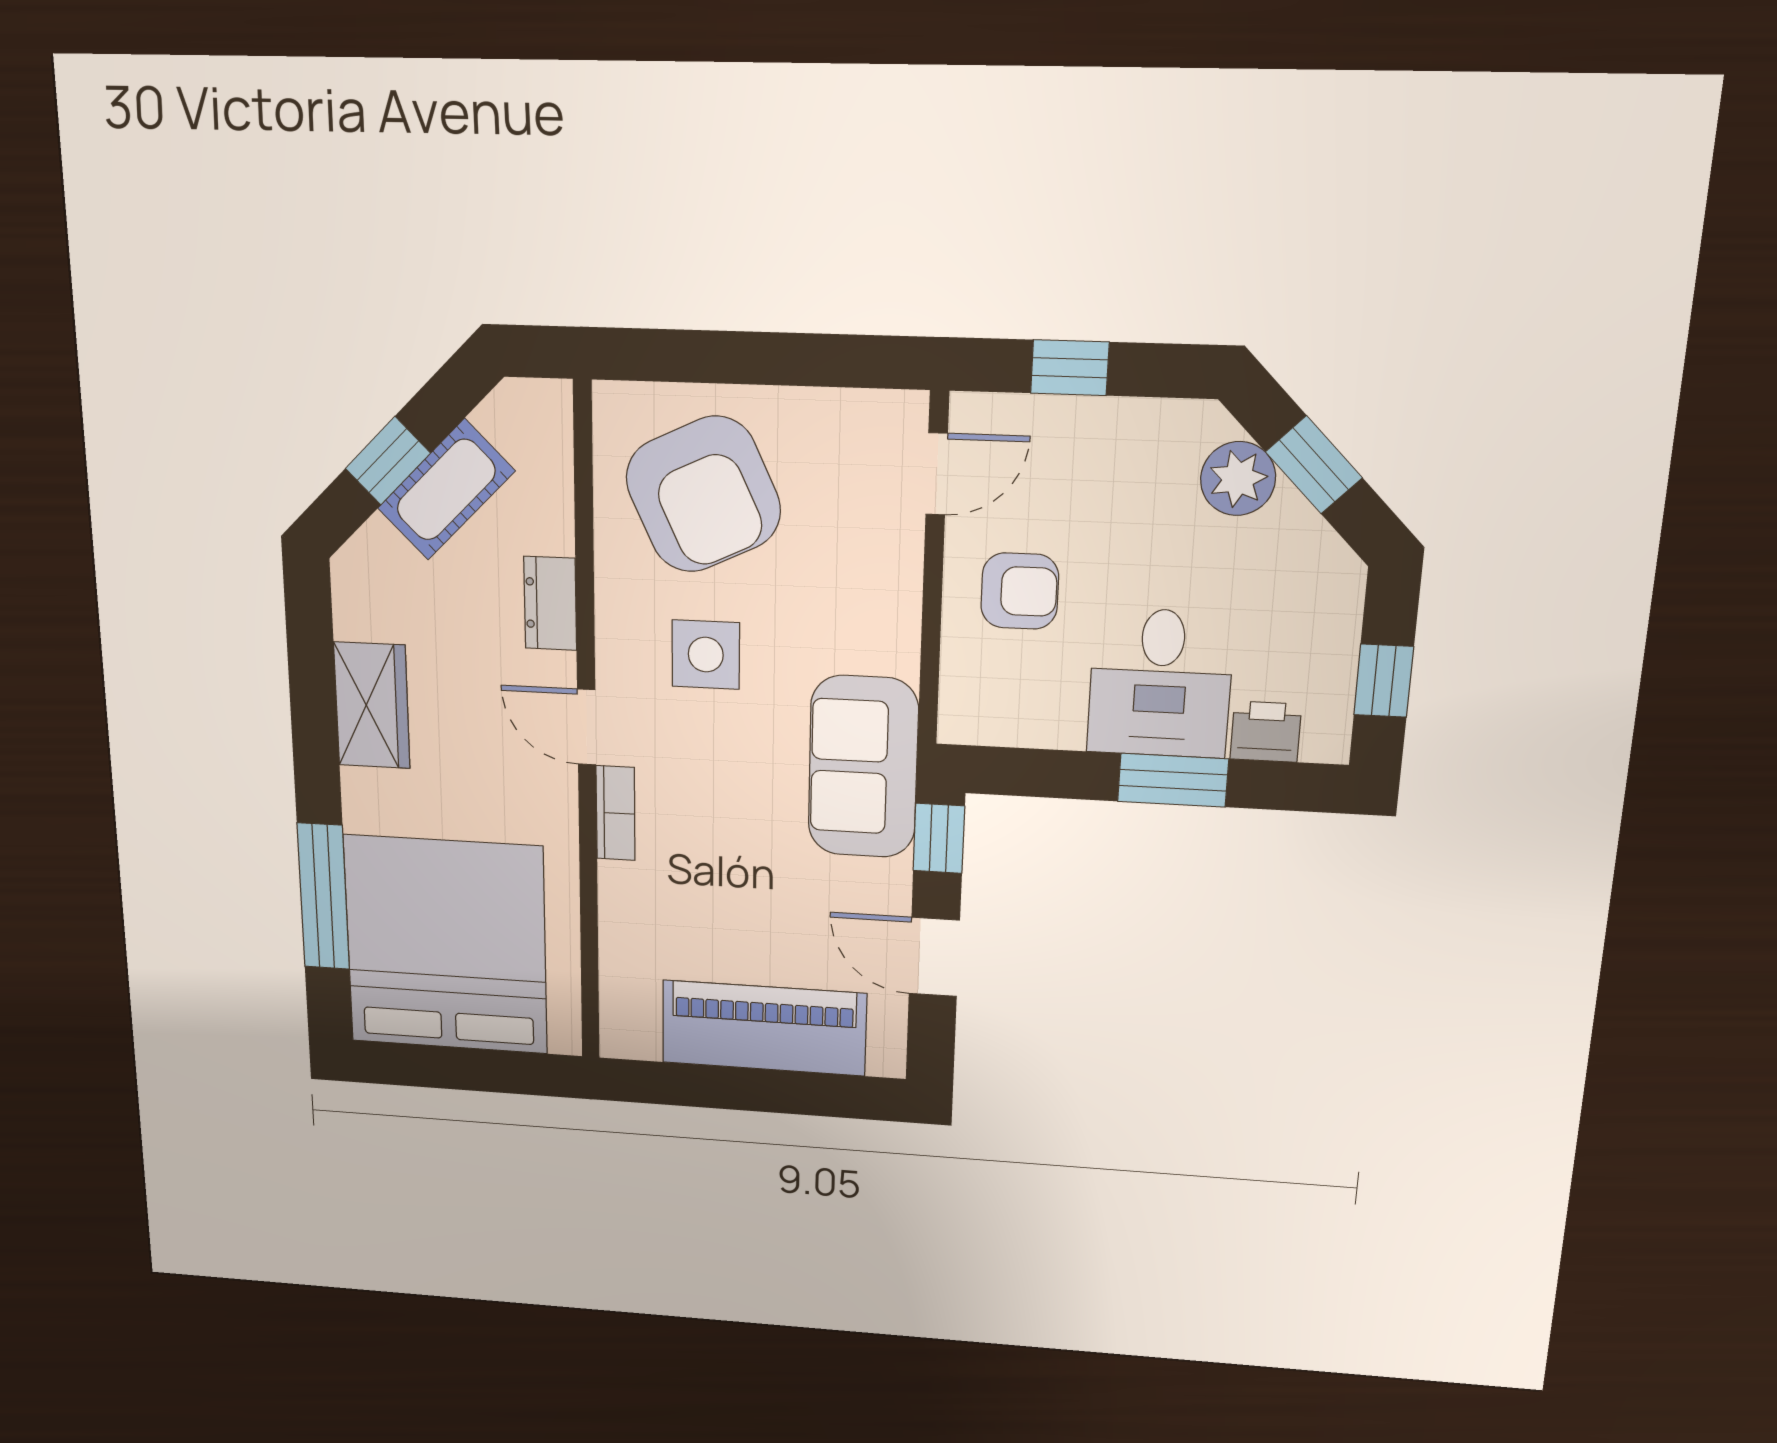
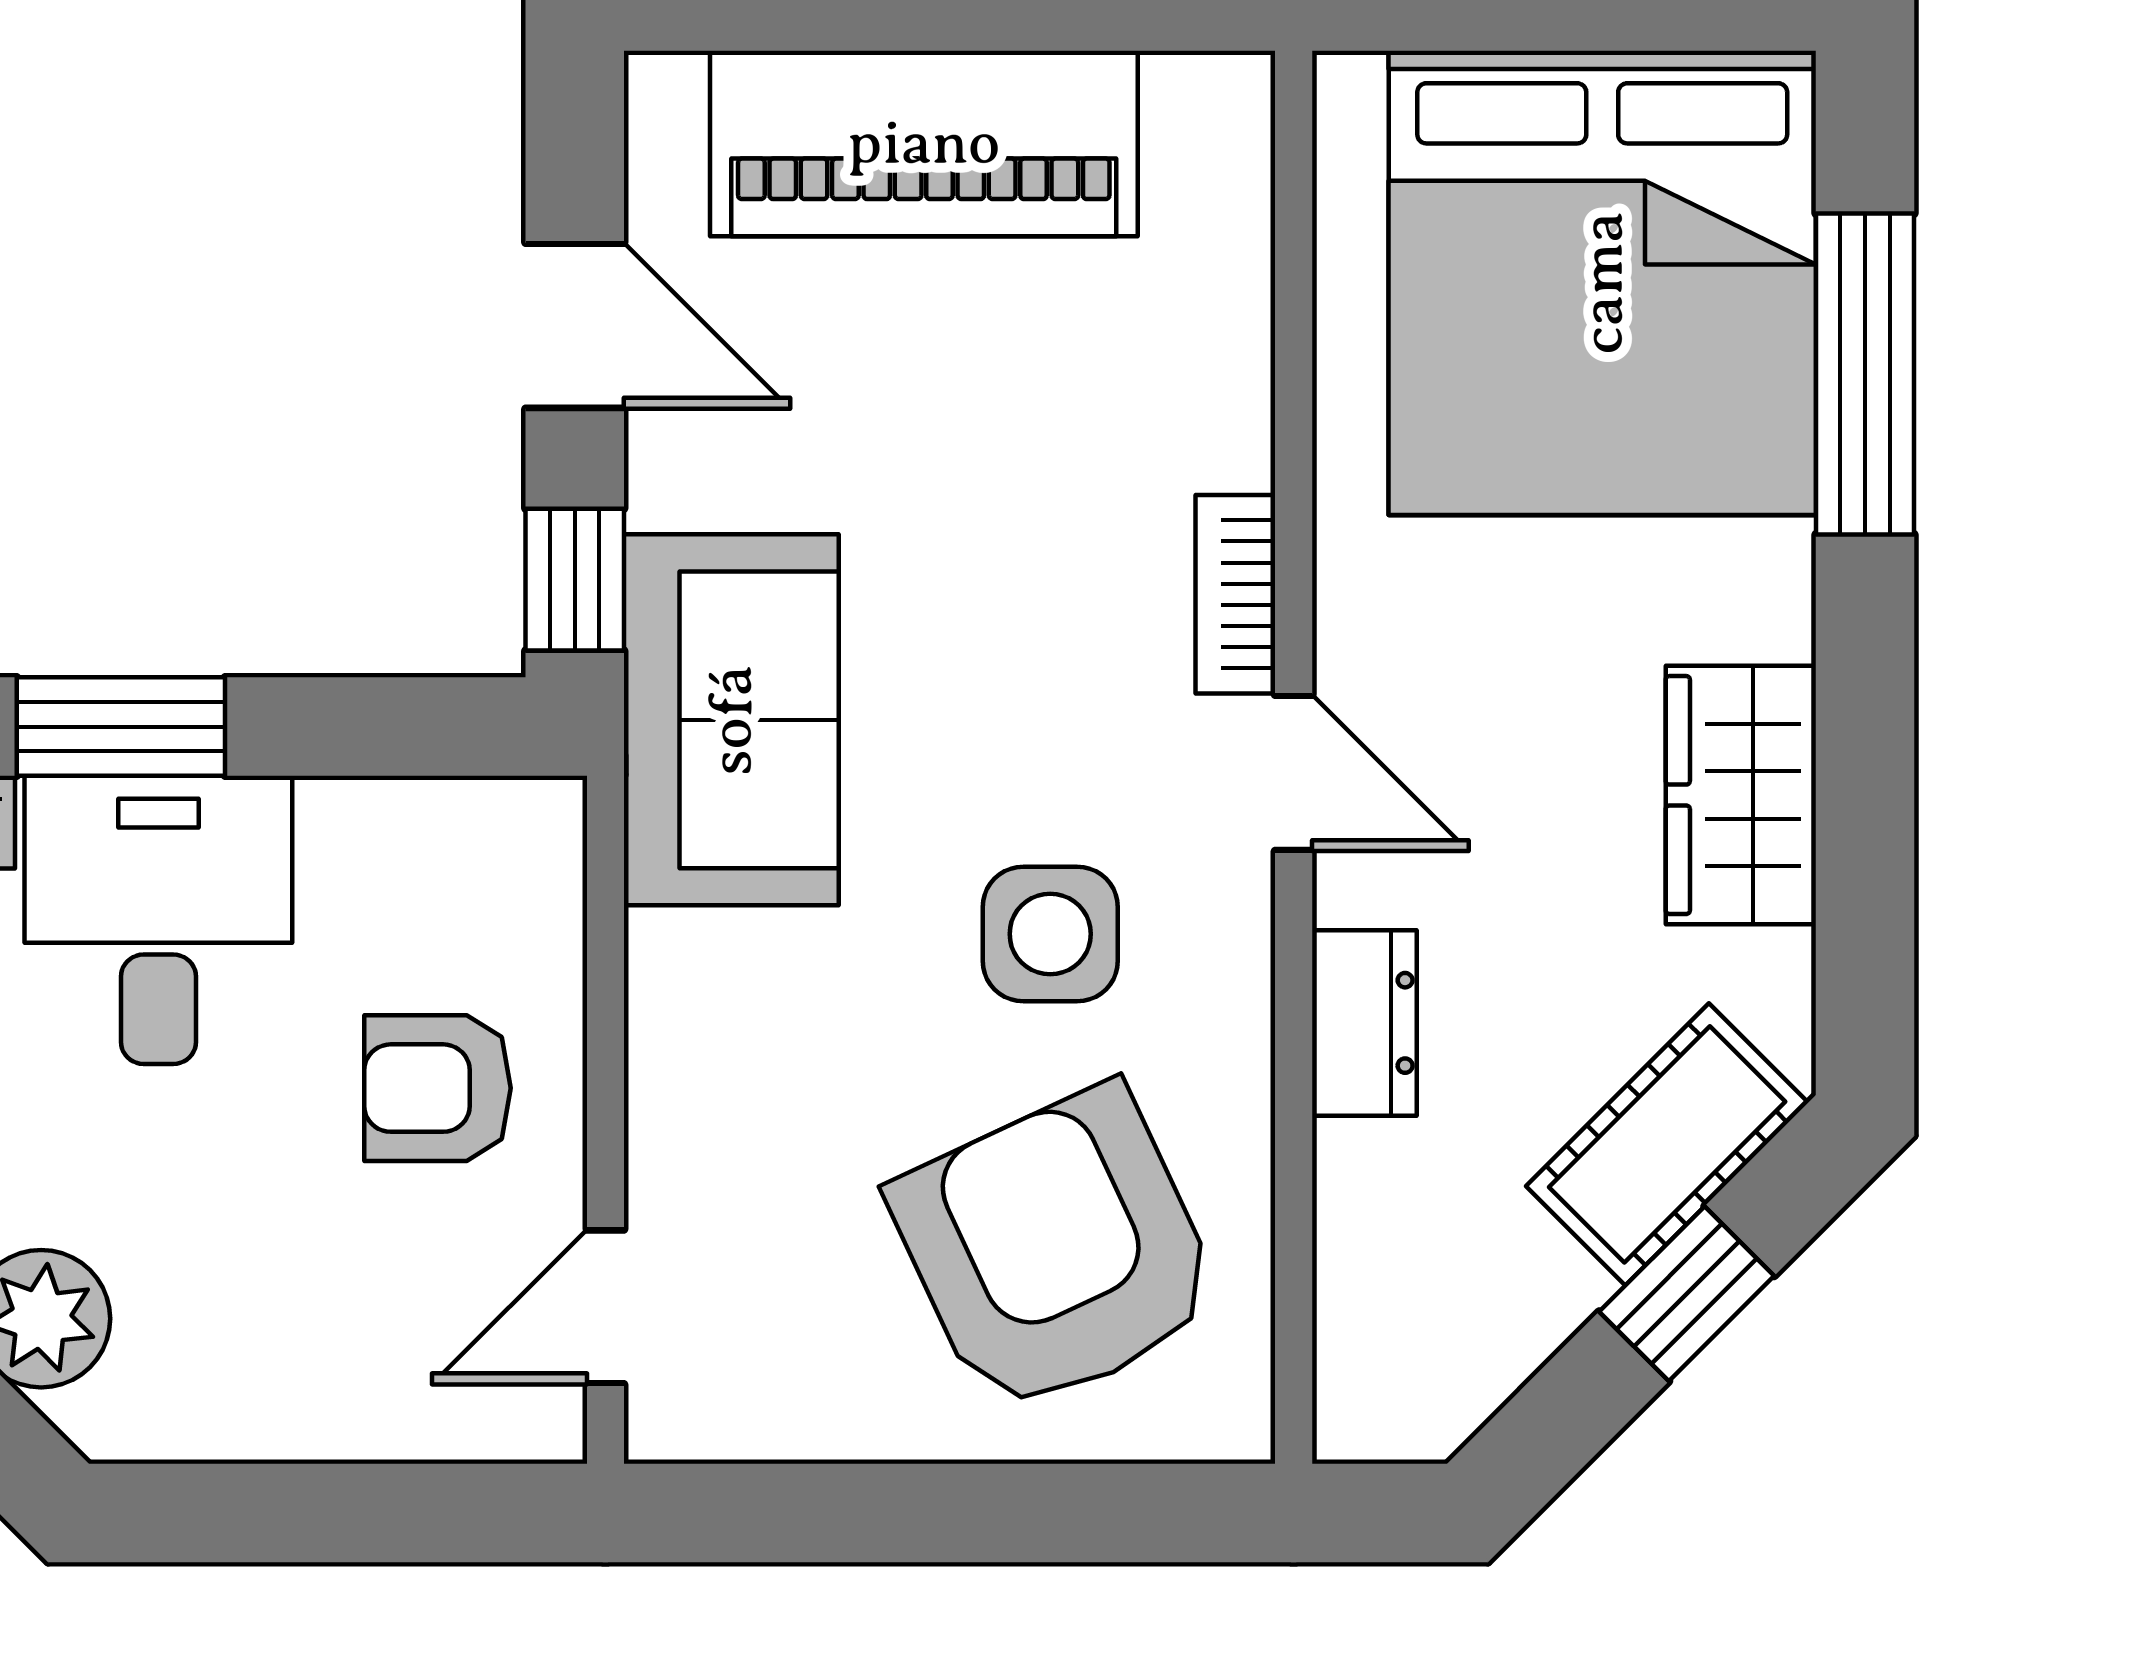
window: (1070, 368) -> (365, 1513), removed
cot: (446, 490) -> (1667, 1144), moved

